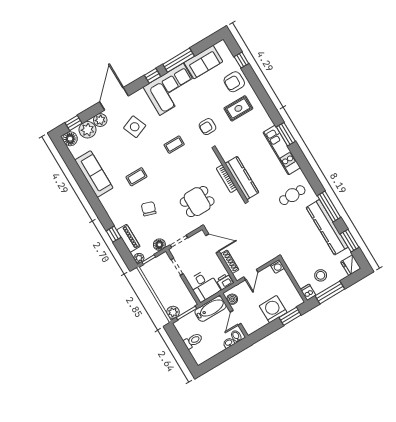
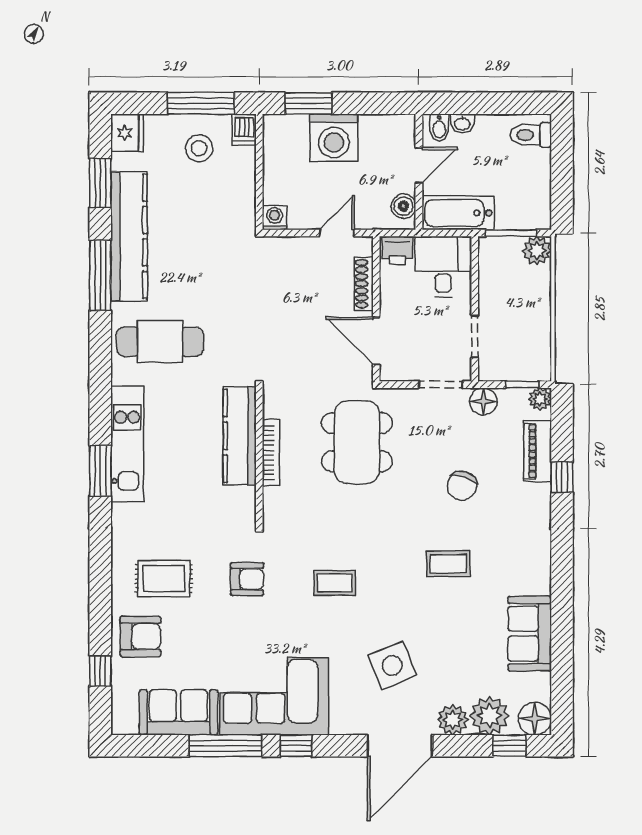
sofa: (94, 174) -> (530, 634), width x0.73
cafe table: (292, 195) -> (160, 342), width x1.37, depth x1.35
dining table: (197, 202) -> (357, 442), width x1.38
toilet: (193, 341) -> (531, 135), moved

